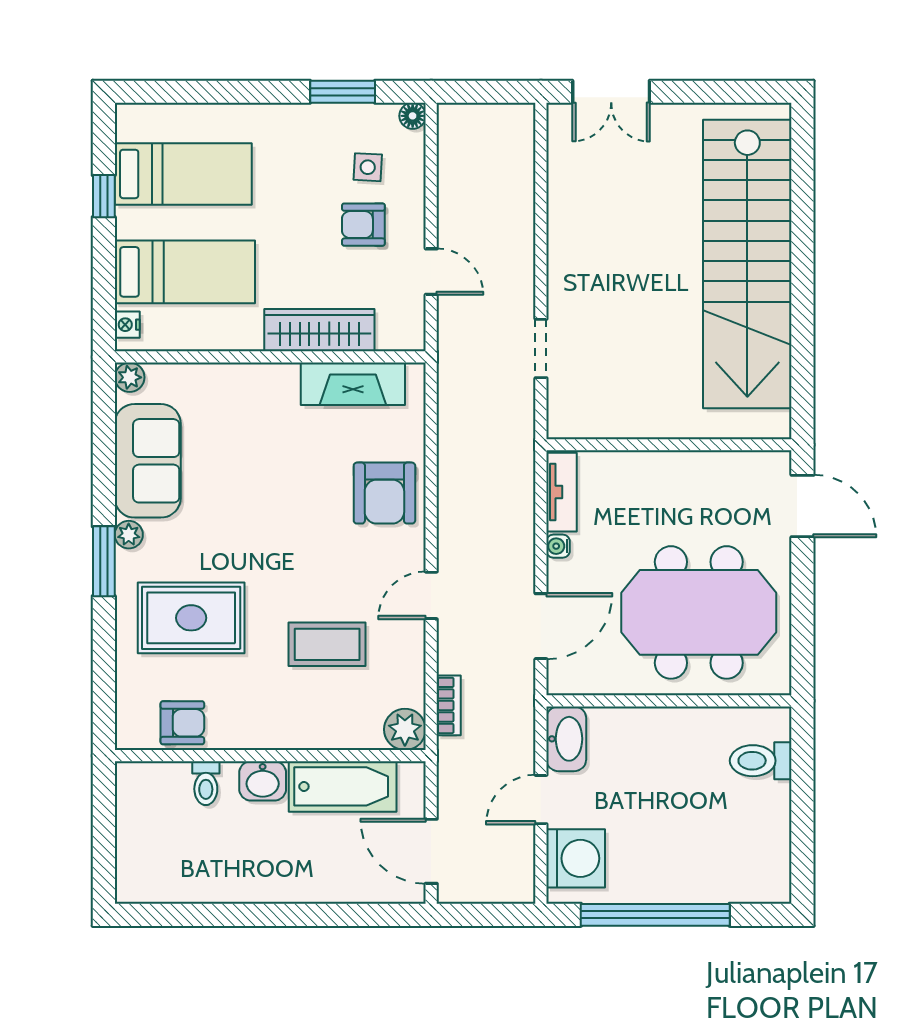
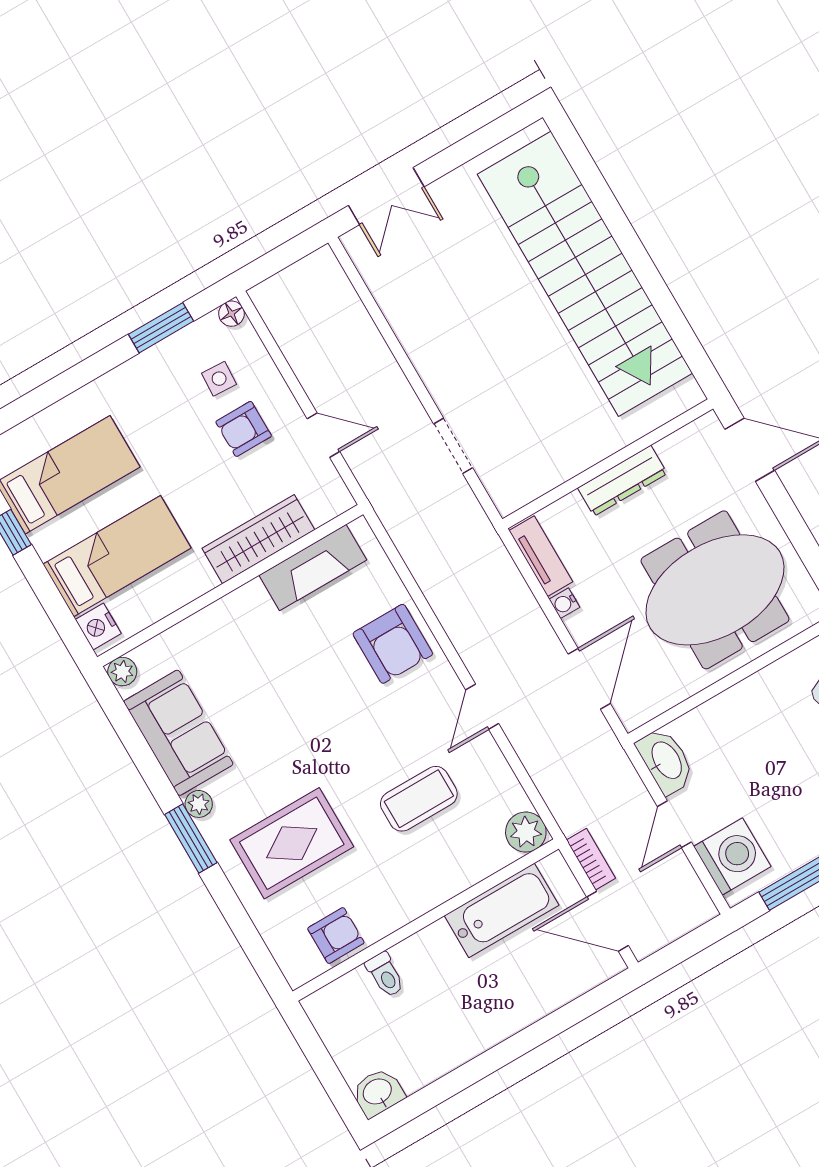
nightstand: (127, 325) -> (98, 626), width x1.39, depth x1.35
dresser: (673, 467) -> (622, 481), added
bookcase: (449, 705) -> (591, 859), moved
washbasin: (263, 781) -> (378, 1092), moved, turned 180

